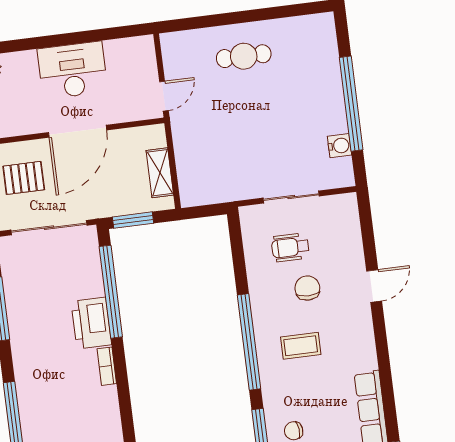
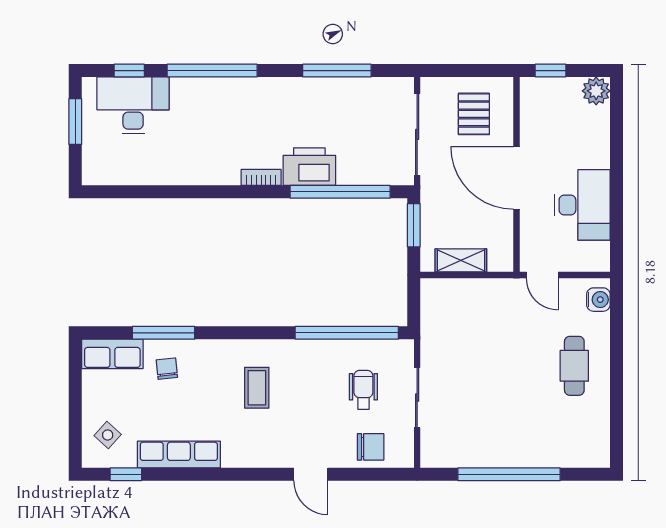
desk: (72, 70) -> (582, 205), moved
water cooler: (339, 146) -> (598, 300), moved, turned -90
chair: (307, 288) -> (371, 447), moved
window: (249, 342) -> (347, 333), moved

